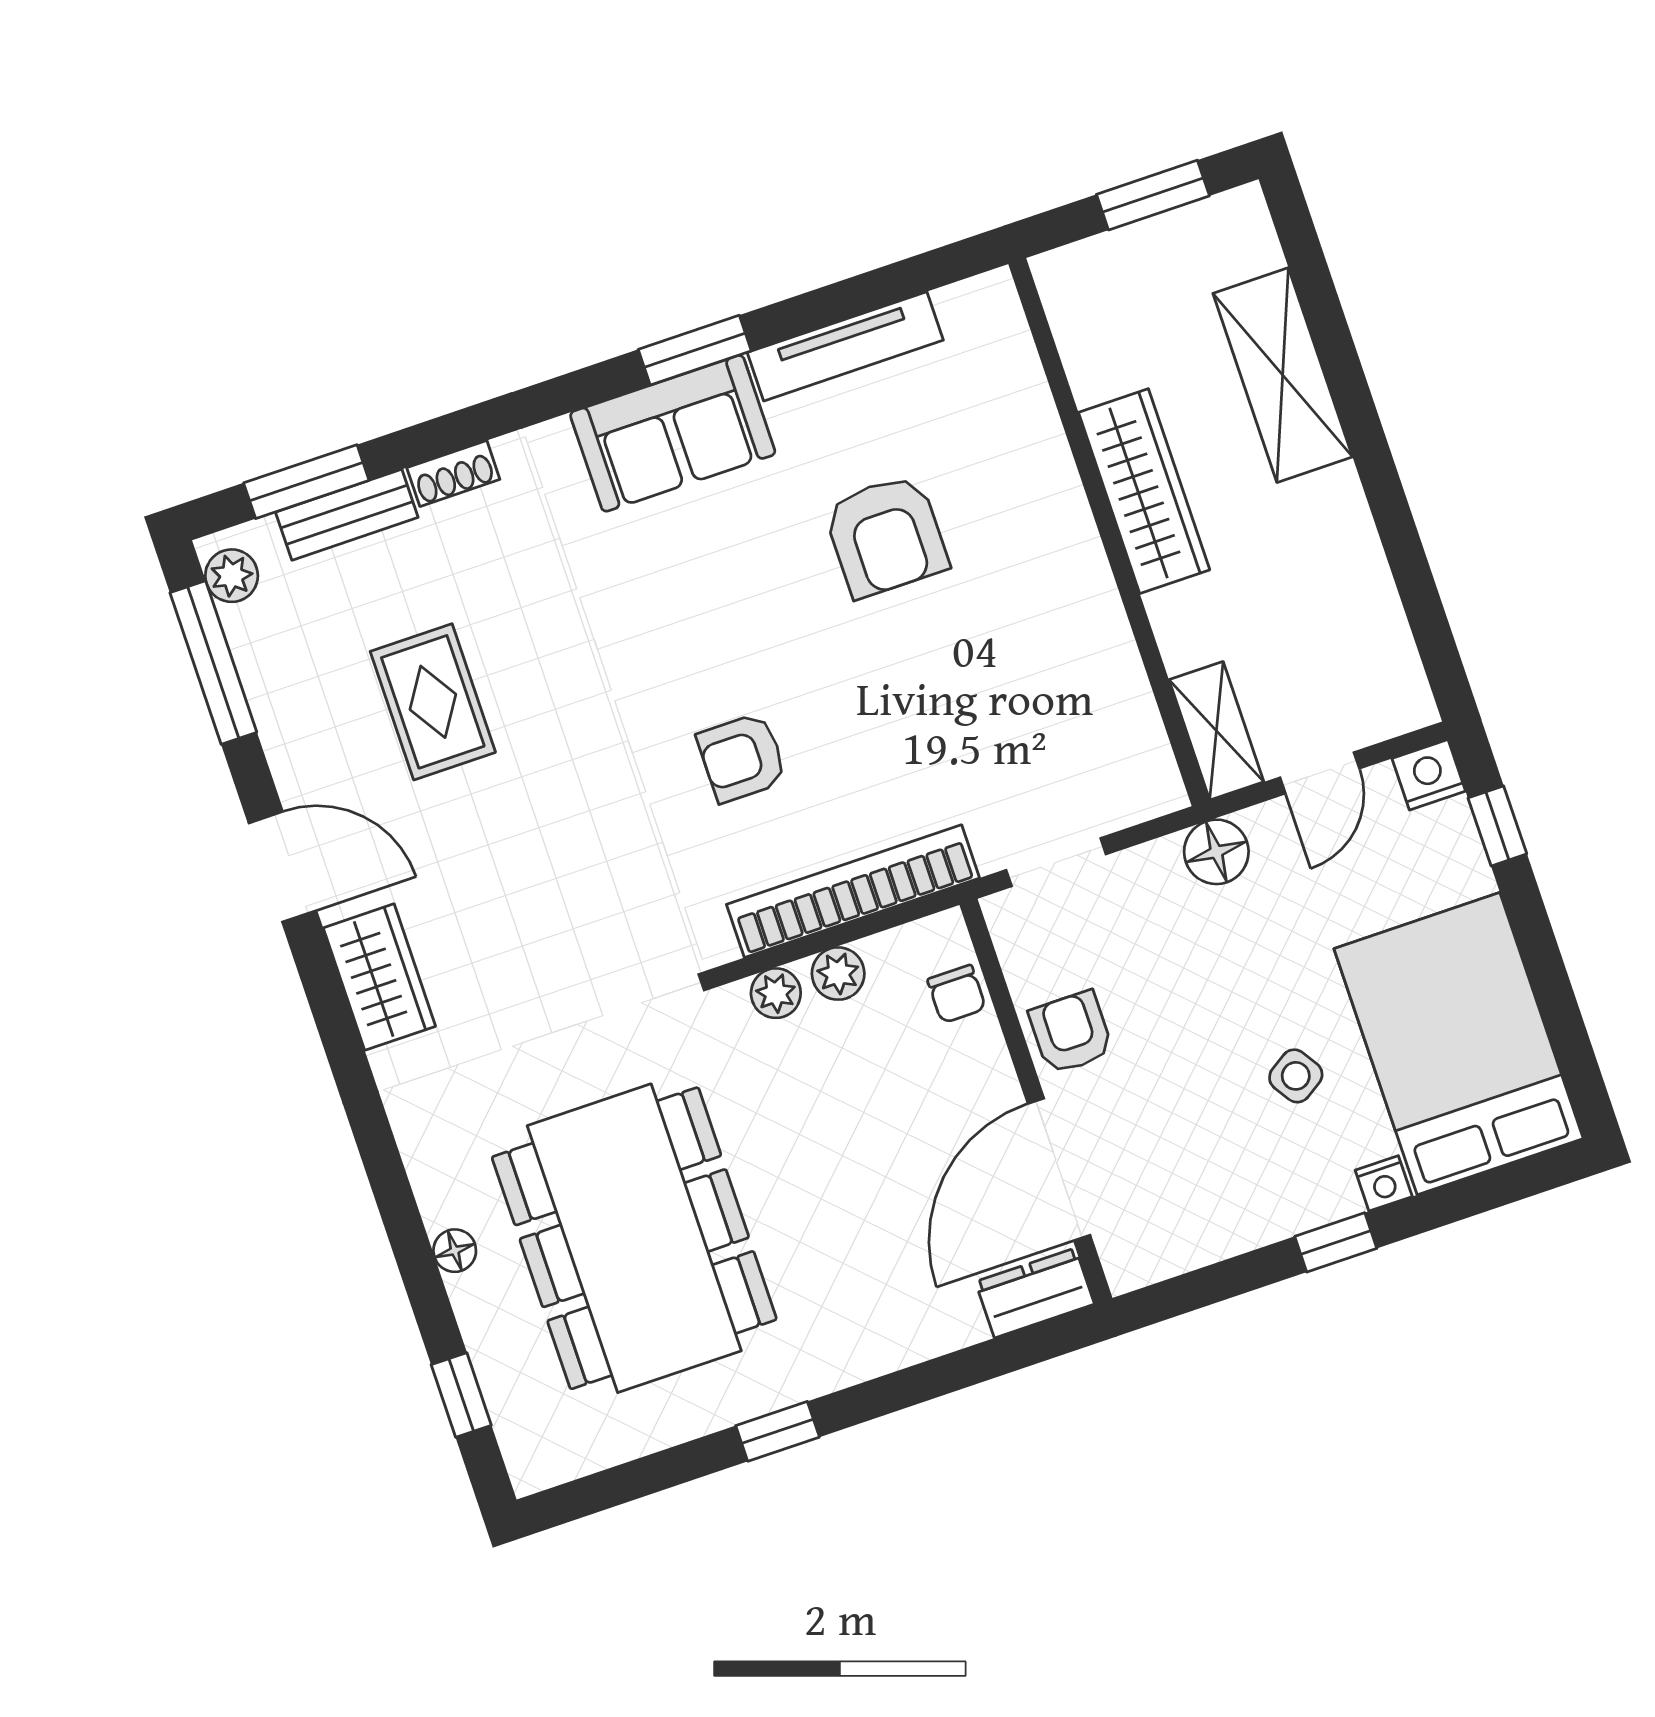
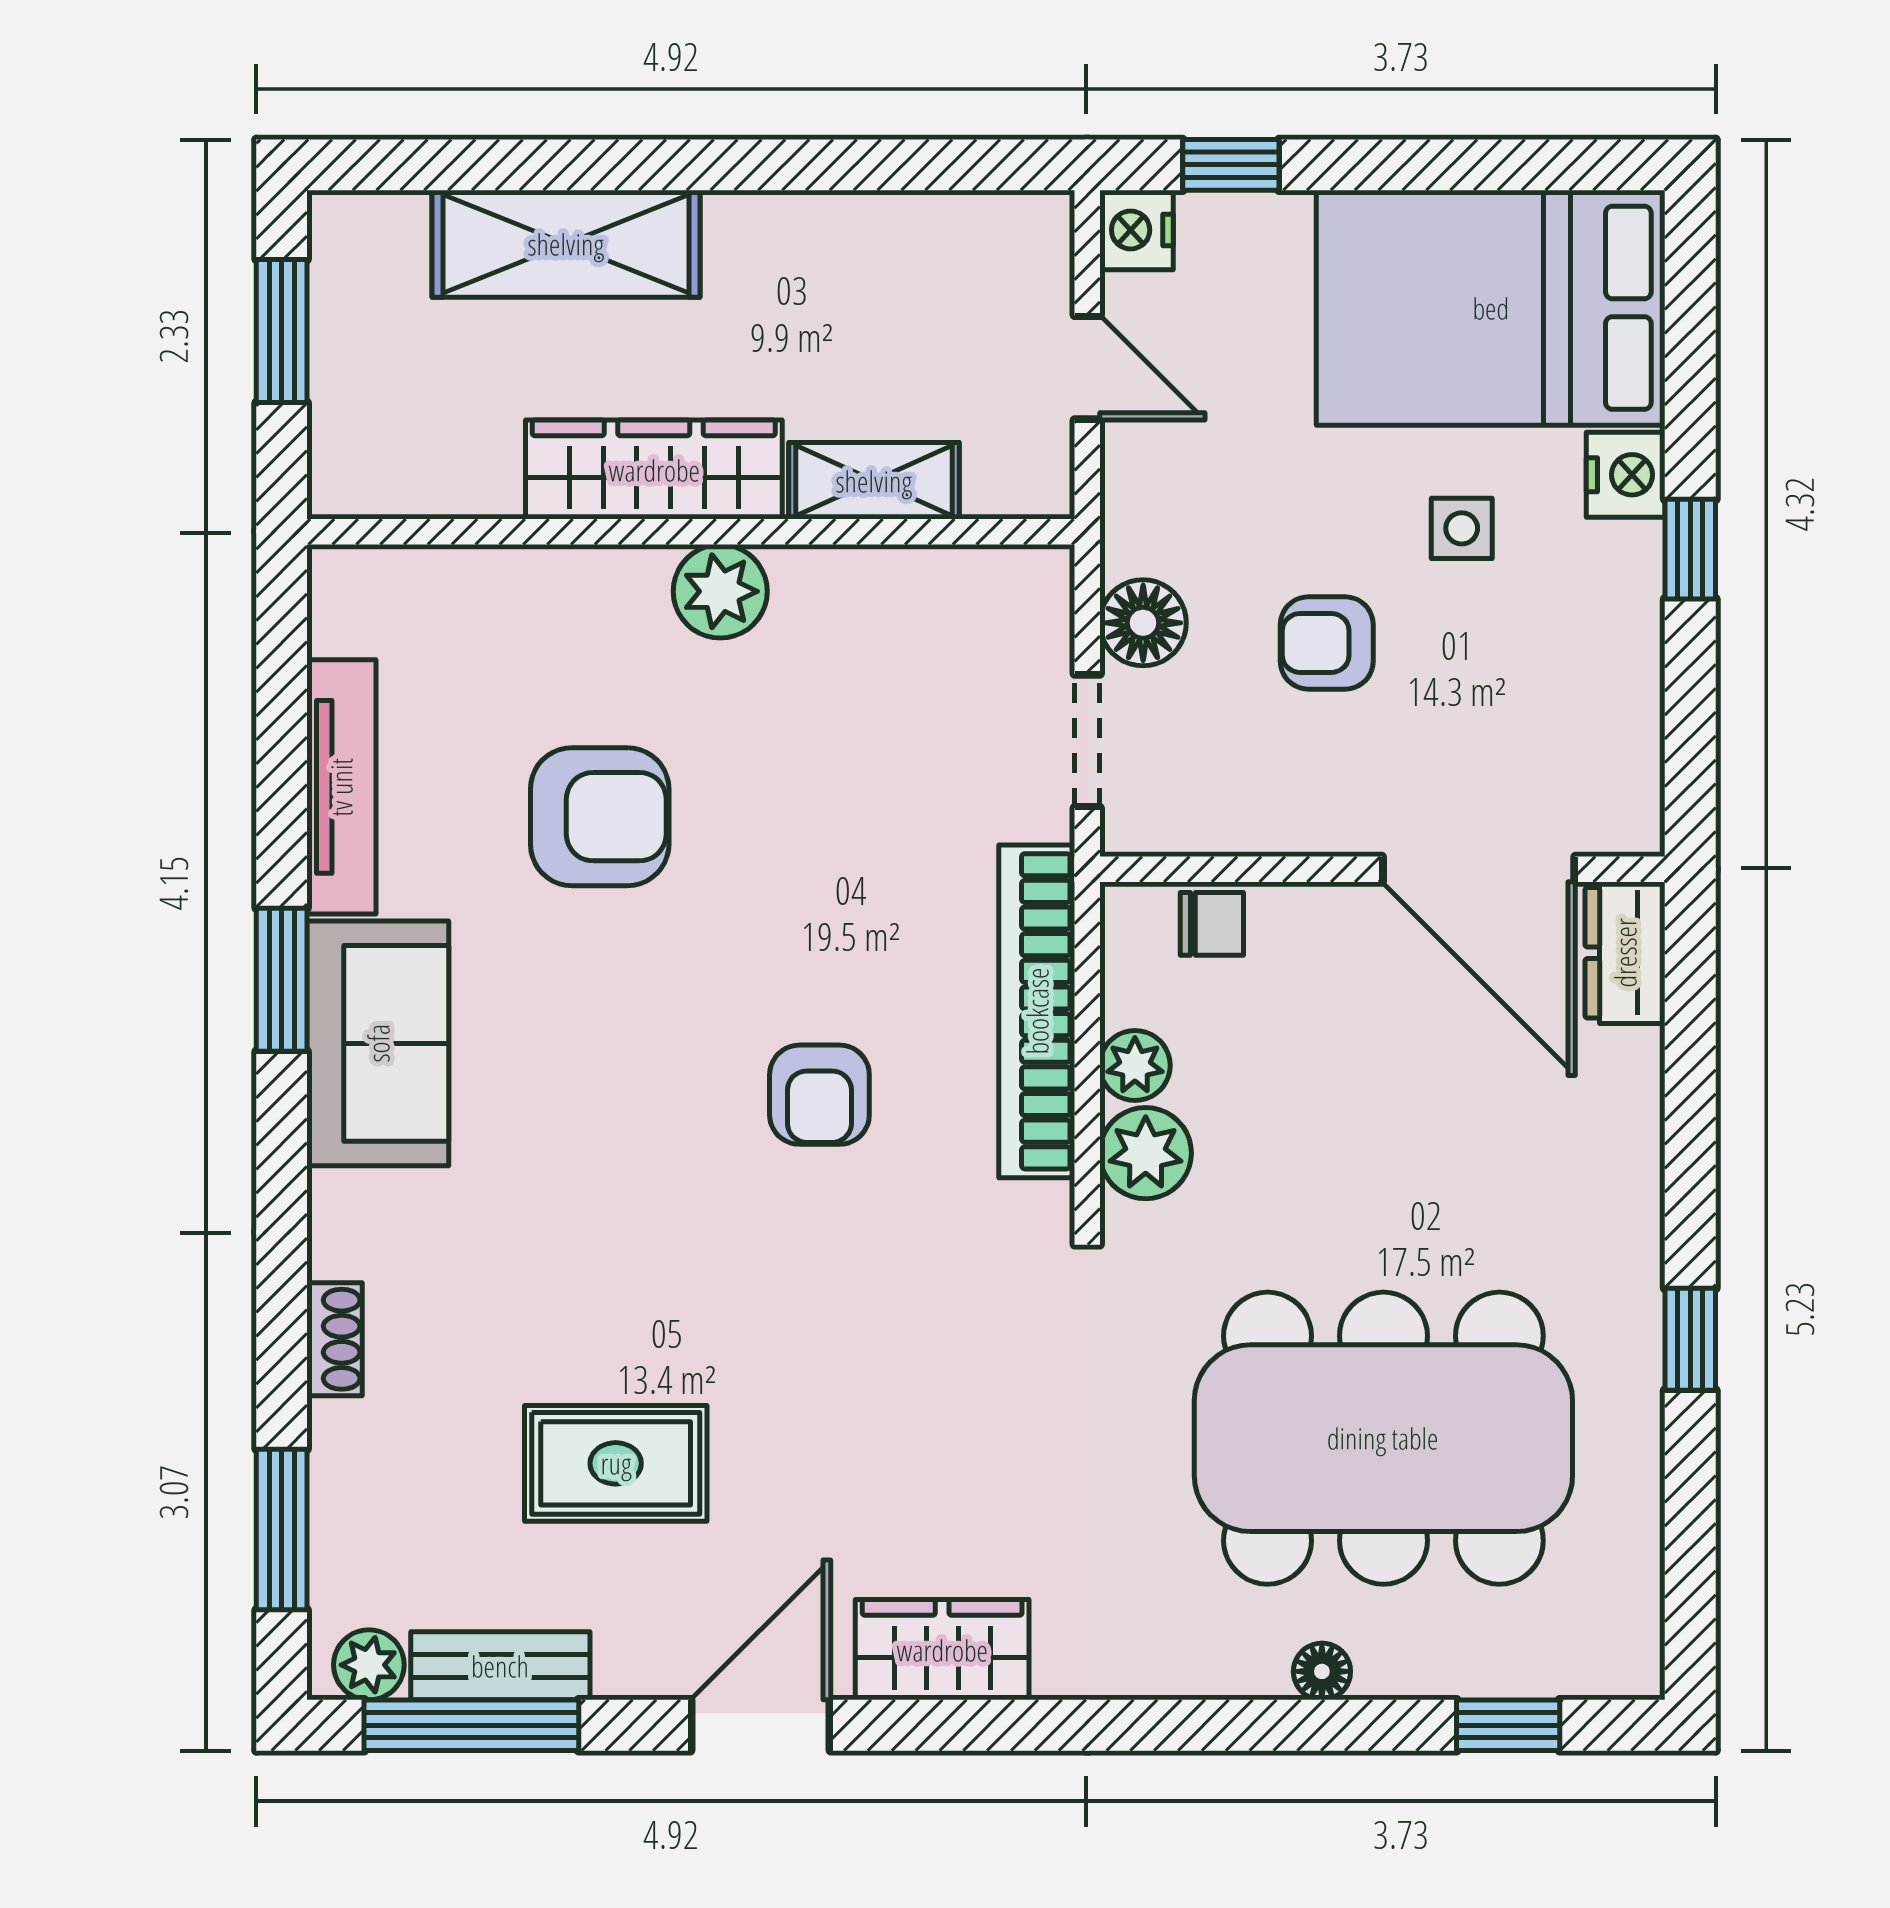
bench: (347, 515) -> (500, 1666), moved, turned 90
plant: (1074, 567) -> (720, 591), added
shelving: (1216, 731) -> (874, 481), moved
floor lamp: (1216, 852) -> (1143, 623), moved
plant: (776, 993) -> (1146, 1153), width x1.38, depth x1.38
armchair: (1071, 1032) -> (1327, 643), moved
side table: (1296, 1076) -> (1462, 528), turned 33
nightstand: (1384, 1183) -> (1626, 475), width x1.39, depth x1.35

